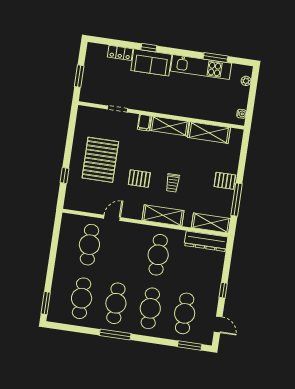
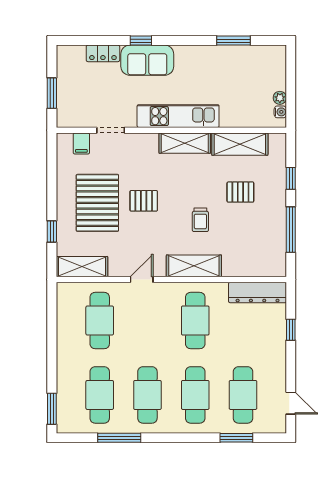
kitchen unit: (201, 67) -> (178, 116), moved, turned 180
plant: (246, 81) -> (280, 98), moved
filing cabinet: (144, 123) -> (81, 144), moved
window: (242, 163) -> (291, 178), added
pallet: (139, 179) -> (144, 201), moved
pallet: (225, 181) -> (240, 192), moved
door: (112, 218) -> (142, 280), moved
shelving: (211, 223) -> (82, 267), moved
window: (223, 290) -> (291, 330), moved
window: (115, 335) -> (119, 438), moved
window: (190, 346) -> (236, 438), moved

